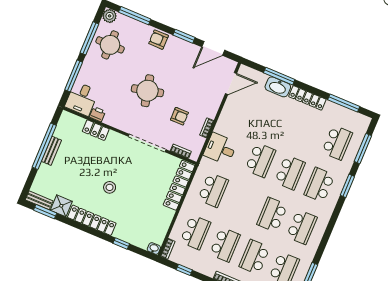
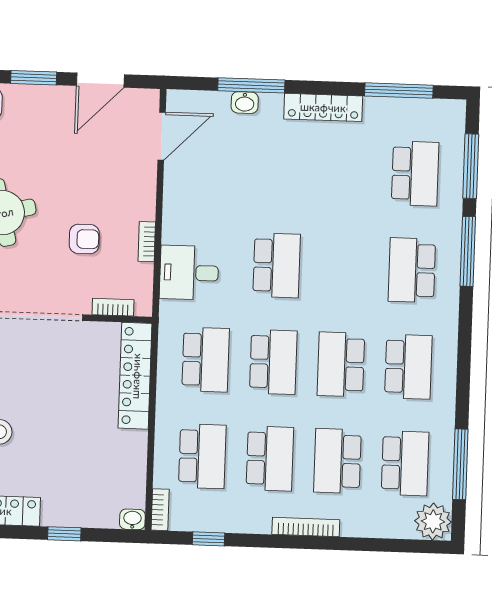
washbasin: (278, 87) -> (245, 103), width x0.52, depth x0.69
school desk: (290, 172) -> (273, 362), moved
window: (347, 186) -> (468, 251), width x1.44

